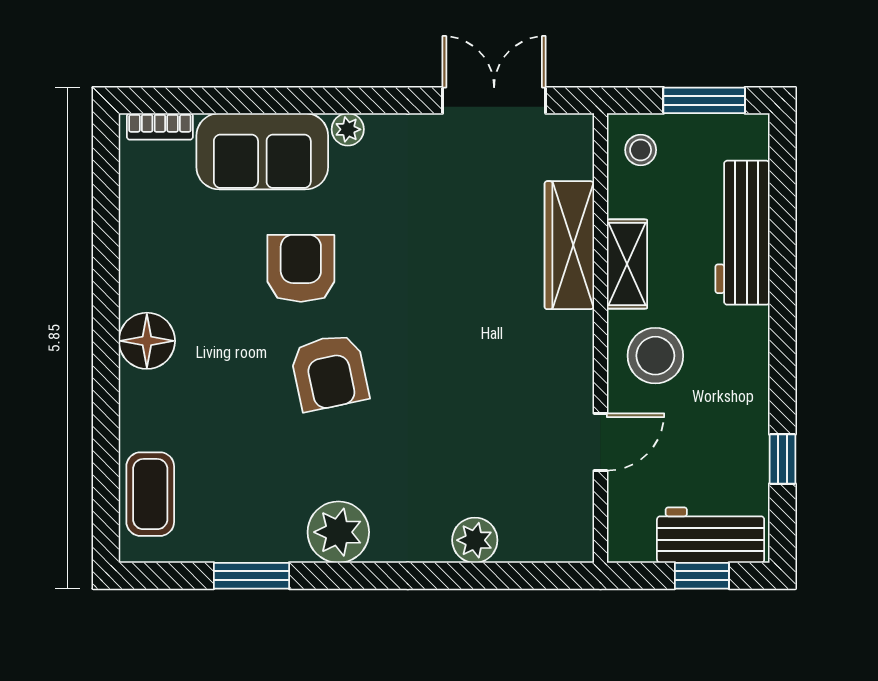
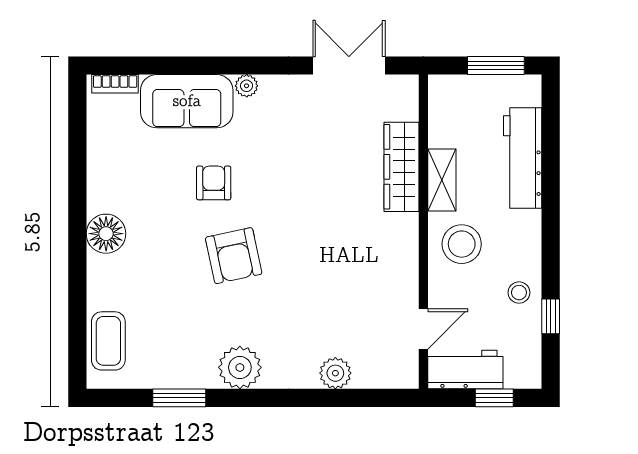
stool: (641, 150) -> (519, 293), moved
armchair: (301, 268) -> (214, 183), width x0.72, depth x0.72
door: (600, 442) -> (423, 329), moved
workbench: (711, 535) -> (465, 370), moved

